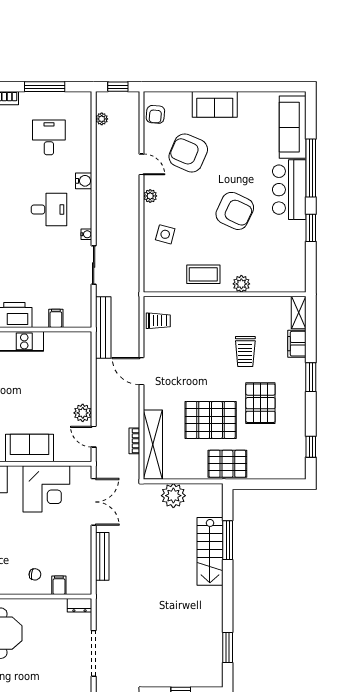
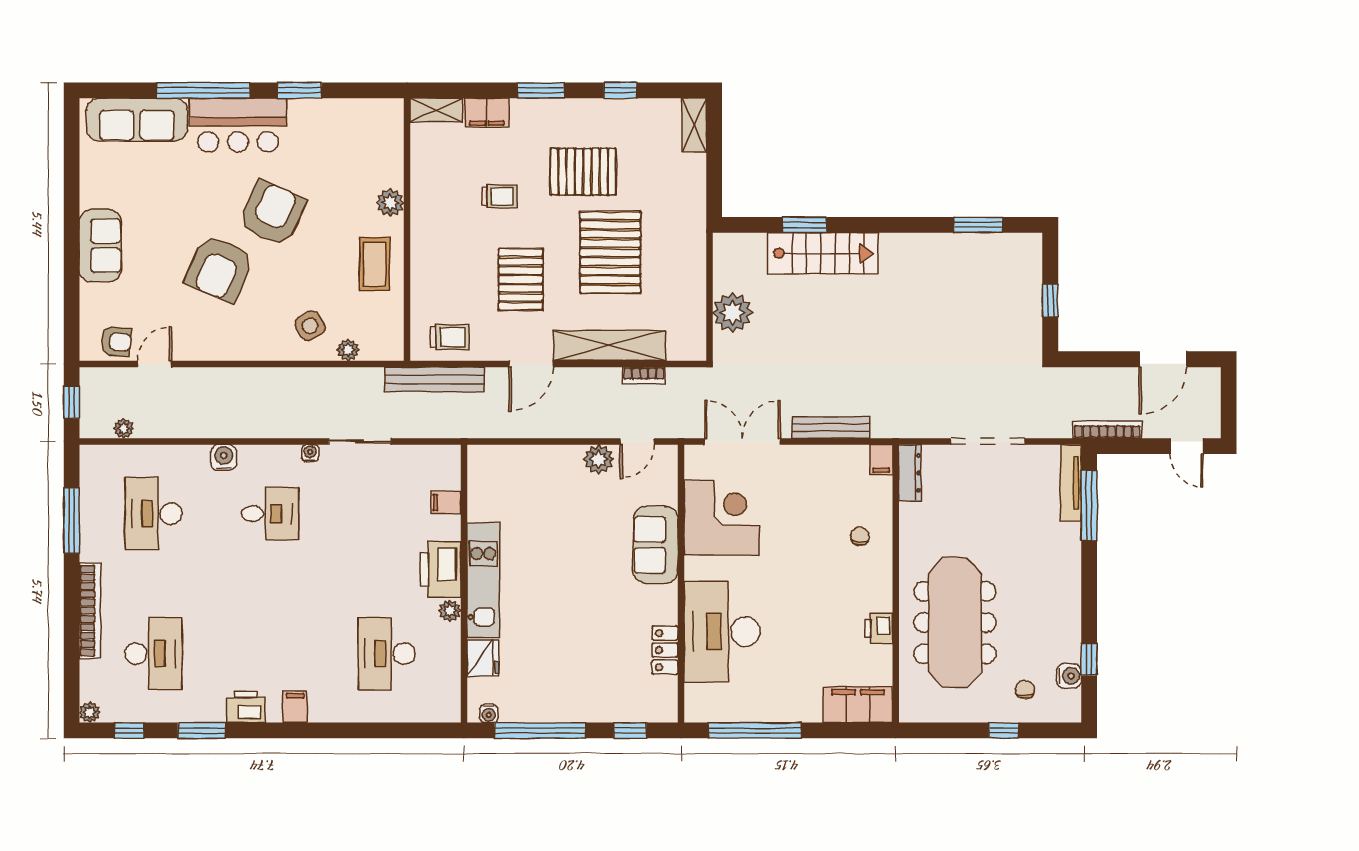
desk: (49, 137) -> (154, 514), width x1.37
armchair: (188, 153) -> (219, 269), moved
door: (142, 164) -> (155, 364), moved
plant: (150, 196) -> (348, 350), moved
desk: (49, 210) -> (270, 514), turned 90
side table: (165, 234) -> (310, 326), turned 45
trolley: (158, 321) -> (450, 337), turned 90
bench: (103, 328) -> (434, 379), moved
trolley: (245, 352) -> (500, 196), width x0.73, depth x0.72
shelving: (153, 445) -> (610, 346), moved
window: (311, 447) -> (620, 90), moved
pallet: (227, 464) -> (521, 279), moved
shelving: (289, 472) -> (694, 125), added
window: (228, 540) -> (805, 225), width x0.69
filing cabinet: (59, 585) -> (881, 460), moved, turned -90
dresser: (79, 605) -> (910, 473), width x1.44

